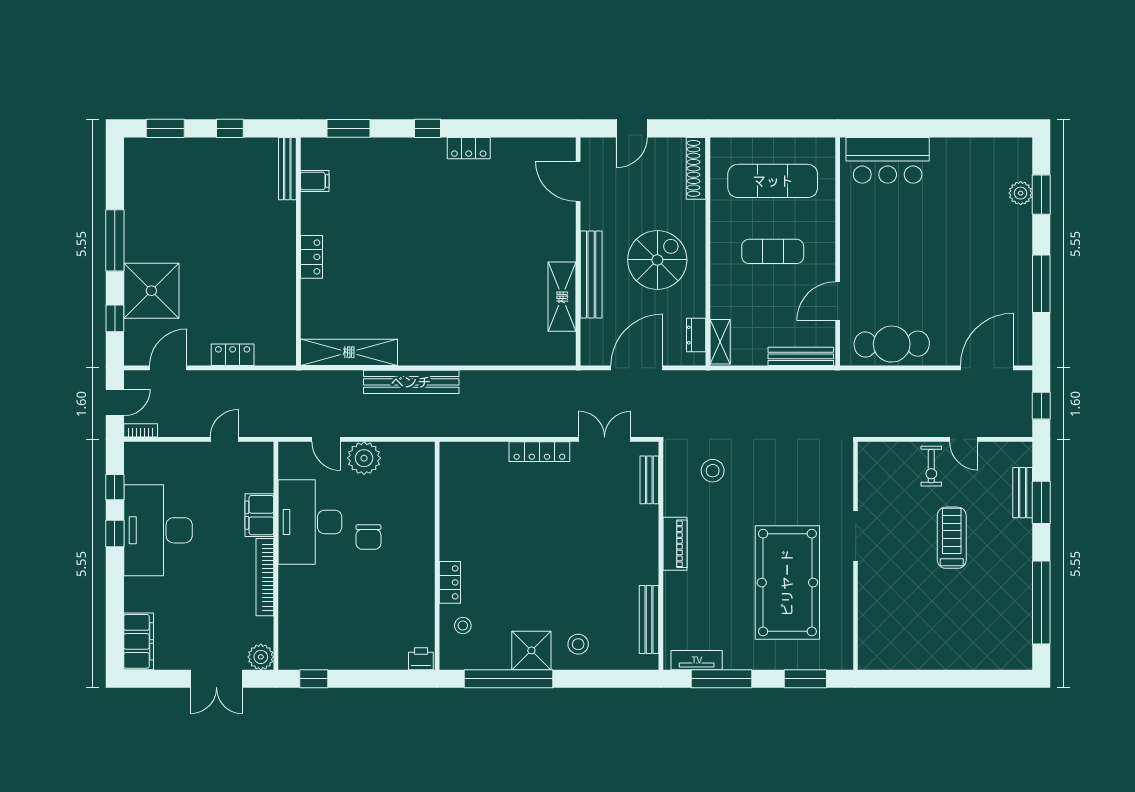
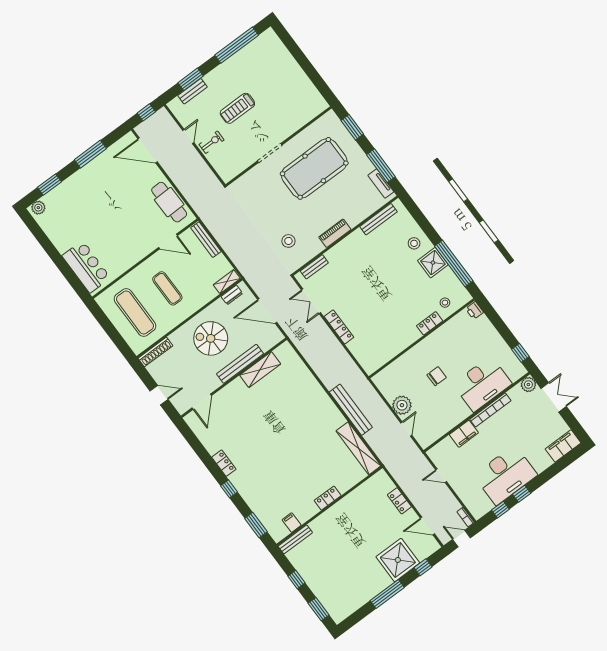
plant: (1021, 193) -> (38, 208), moved
desk: (310, 522) -> (482, 384), moved

